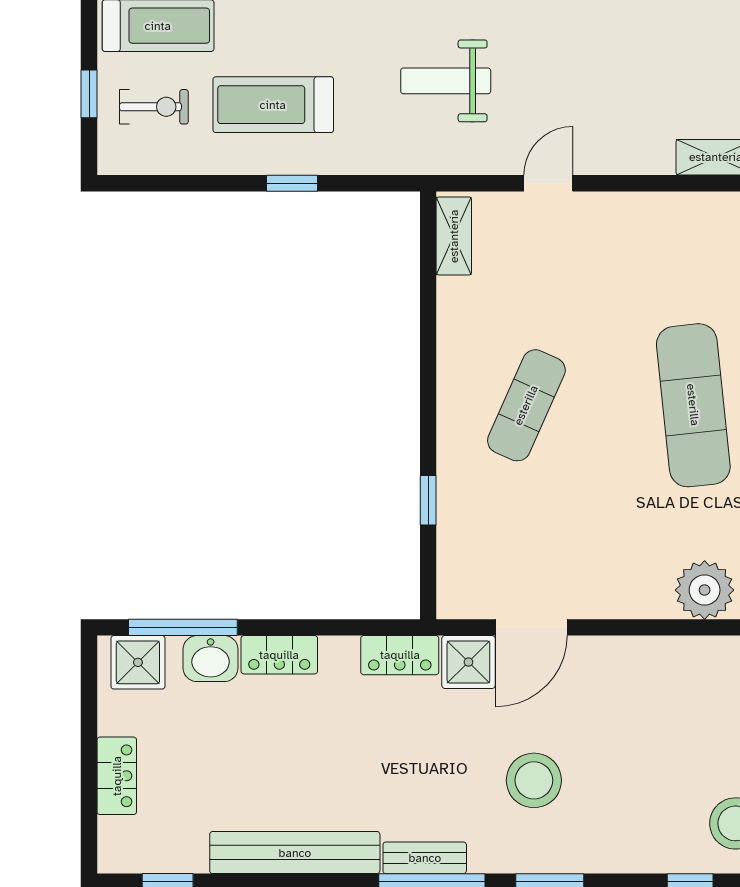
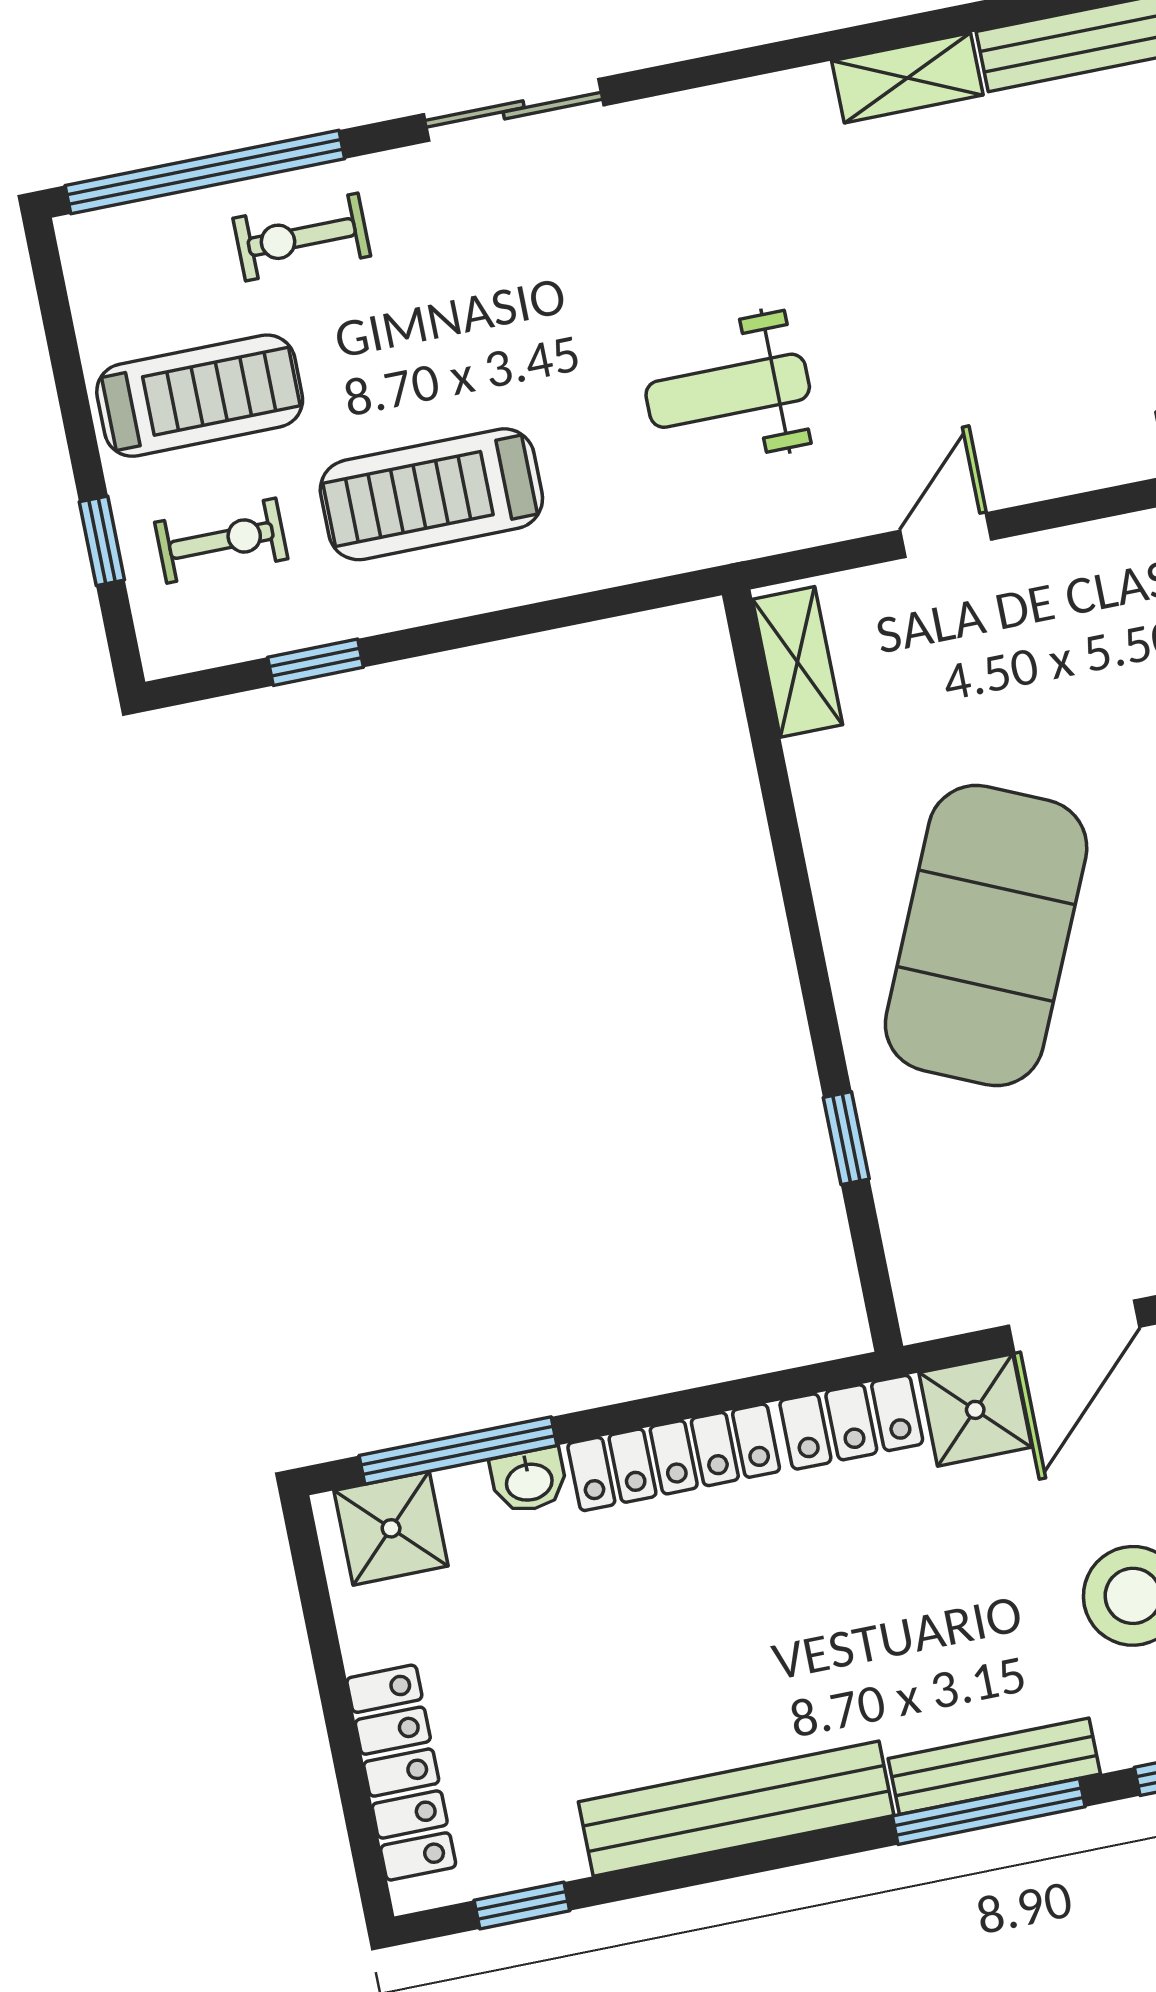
window: (292, 183) -> (316, 662), moved
exercise mat: (526, 405) -> (986, 936), width x2.00, depth x1.45
locker: (279, 655) -> (674, 1457), width x1.53
washbasin: (211, 659) -> (529, 1480), width x0.72, depth x0.69
locker: (117, 776) -> (401, 1773), width x1.53
bench: (425, 858) -> (994, 1766), width x1.36

